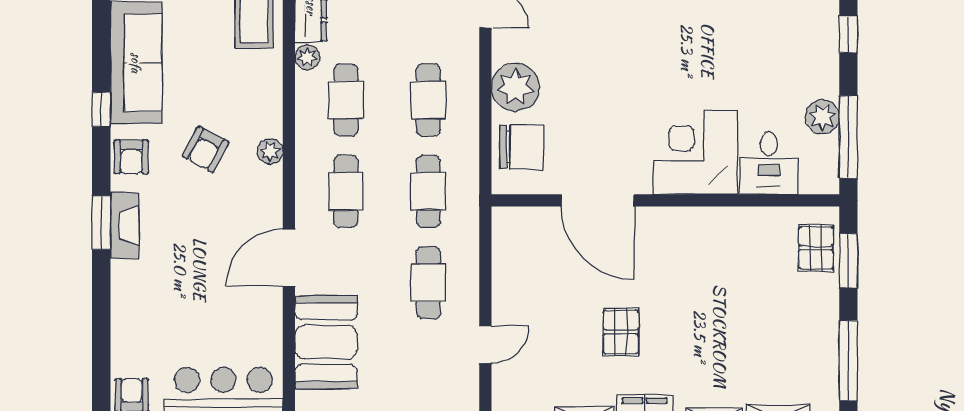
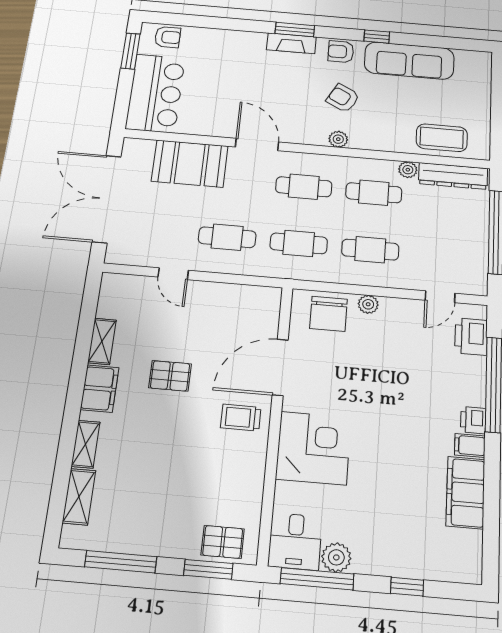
plant: (515, 87) -> (368, 304), width x0.53, depth x0.53
desk: (769, 163) -> (295, 541), moved, turned -90
trolley: (666, 242) -> (241, 418), added

